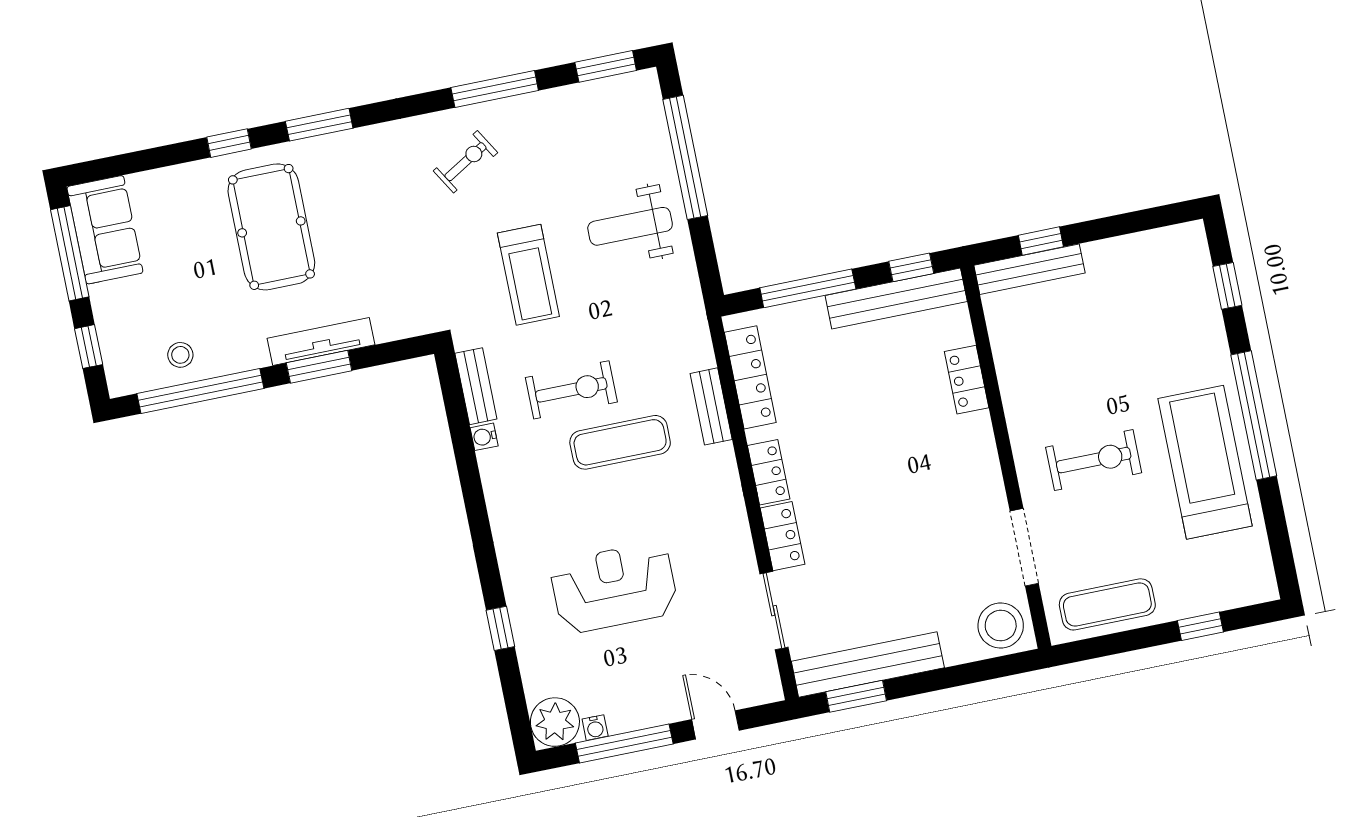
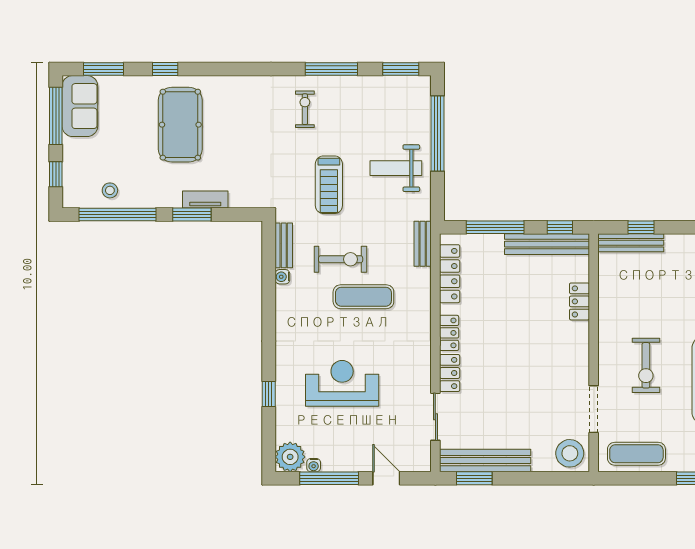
window: (319, 125) -> (104, 69), moved
exercise bike: (465, 162) -> (305, 109), turned -59
tv unit: (321, 342) -> (205, 200), width x0.71
bench: (711, 406) -> (423, 244), moved
exercise bike: (1094, 460) -> (646, 365), turned 90

